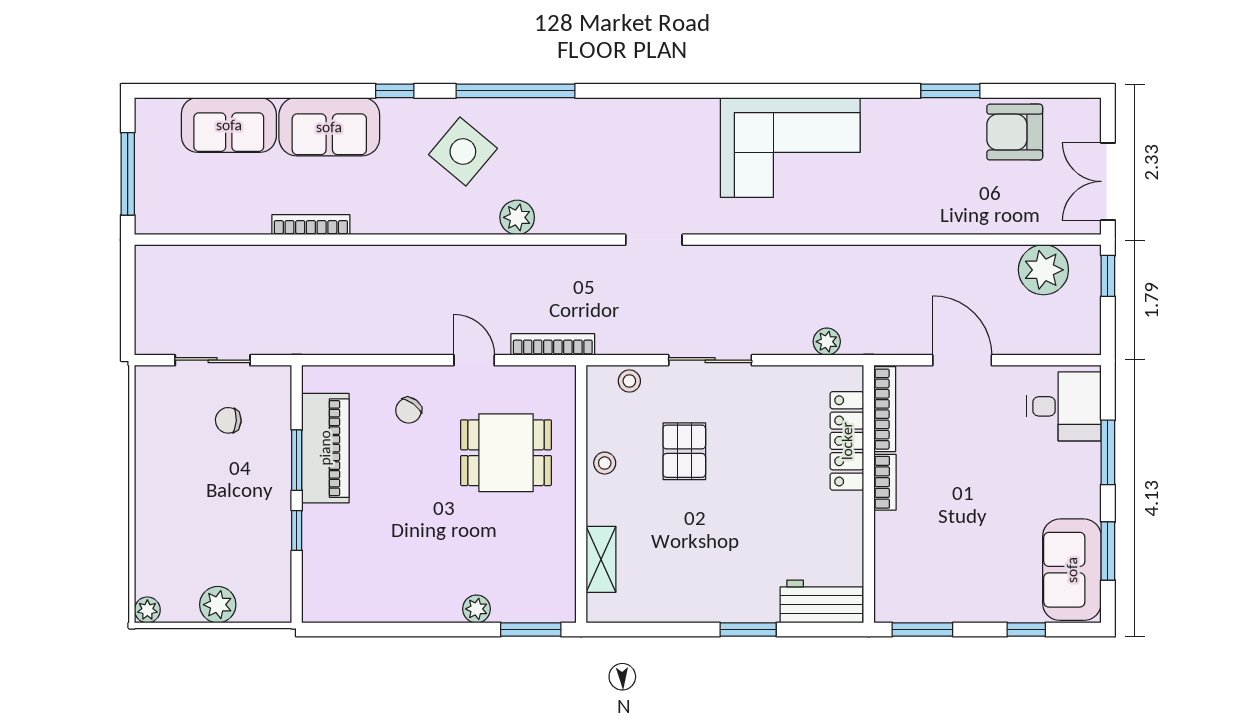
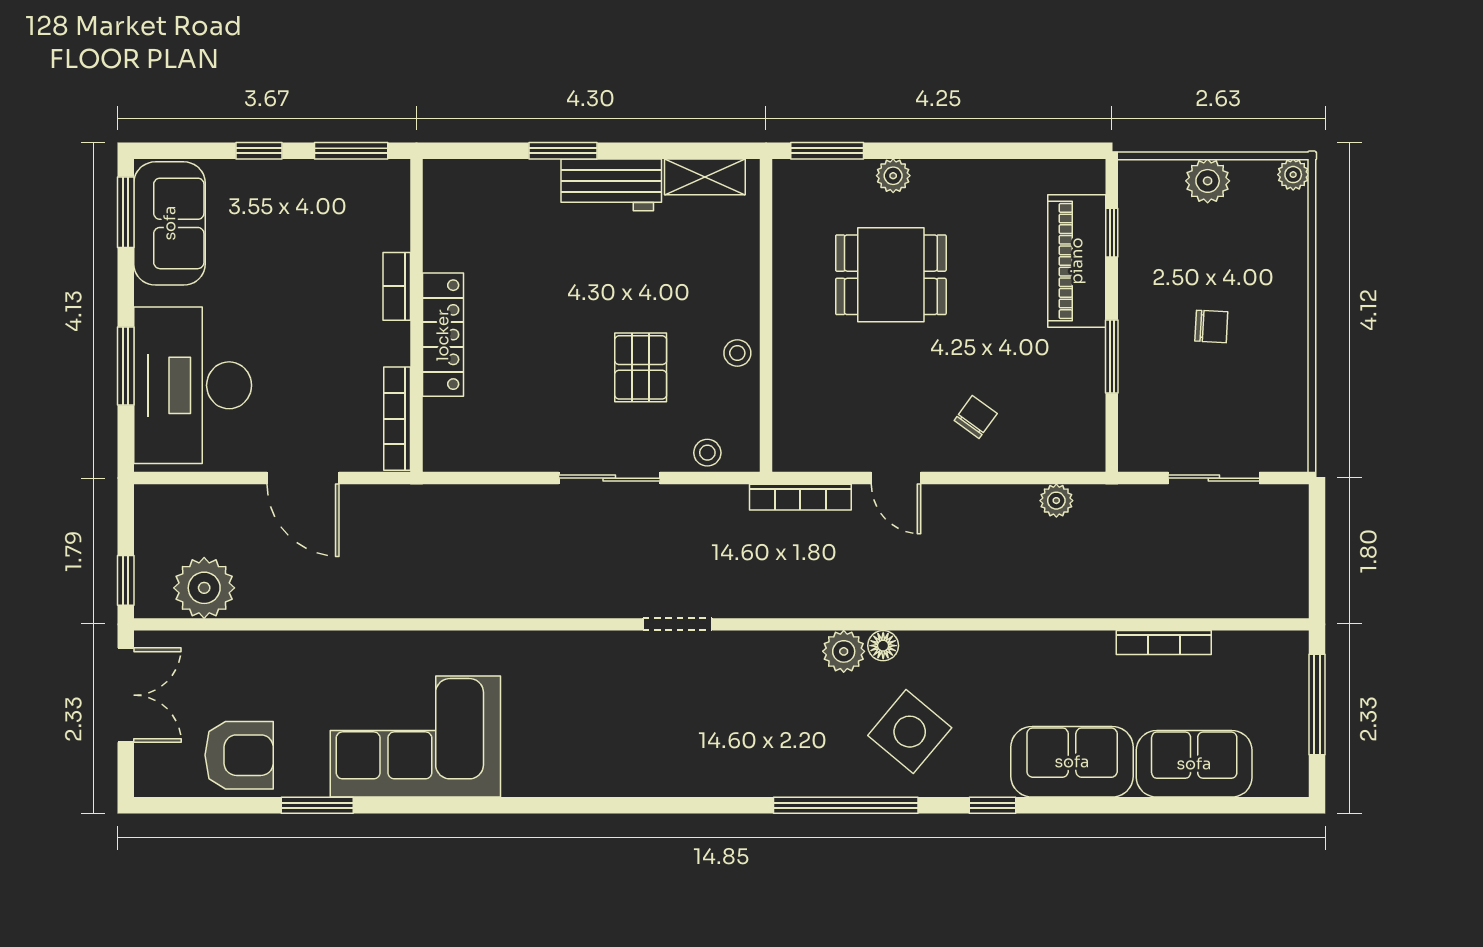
corner sofa: (790, 147) -> (415, 737), moved
floor lamp: (485, 222) -> (883, 646), added
bookcase: (311, 225) -> (1164, 643), moved
plant: (827, 342) -> (1056, 501), moved
desk: (1064, 406) -> (193, 385), width x1.87, depth x1.30
chair: (228, 420) -> (1211, 326), moved
locker: (847, 441) -> (443, 335), moved
piano: (325, 448) -> (1077, 261), moved
dining table: (506, 453) -> (891, 275), moved
bookcase: (885, 482) -> (397, 286), moved
window: (297, 531) -> (1112, 233), moved
window: (1108, 551) -> (126, 212), moved
shelving: (601, 559) -> (705, 177), moved, turned 90
workbench: (822, 601) -> (611, 185), moved
window: (1026, 629) -> (259, 151), moved

